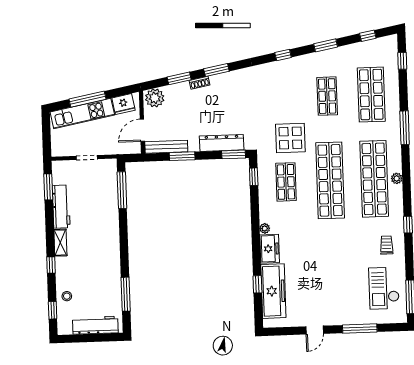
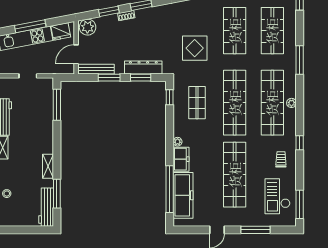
shop shelf: (327, 96) -> (235, 31), width x1.43, depth x1.36
display table: (290, 138) -> (195, 48), moved
window: (234, 154) -> (141, 78), moved
shelving: (114, 262) -> (48, 166), added
shop shelf: (333, 265) -> (235, 175), added
window: (257, 284) -> (170, 189), width x3.17
workbench: (95, 325) -> (46, 207), moved, turned -90

